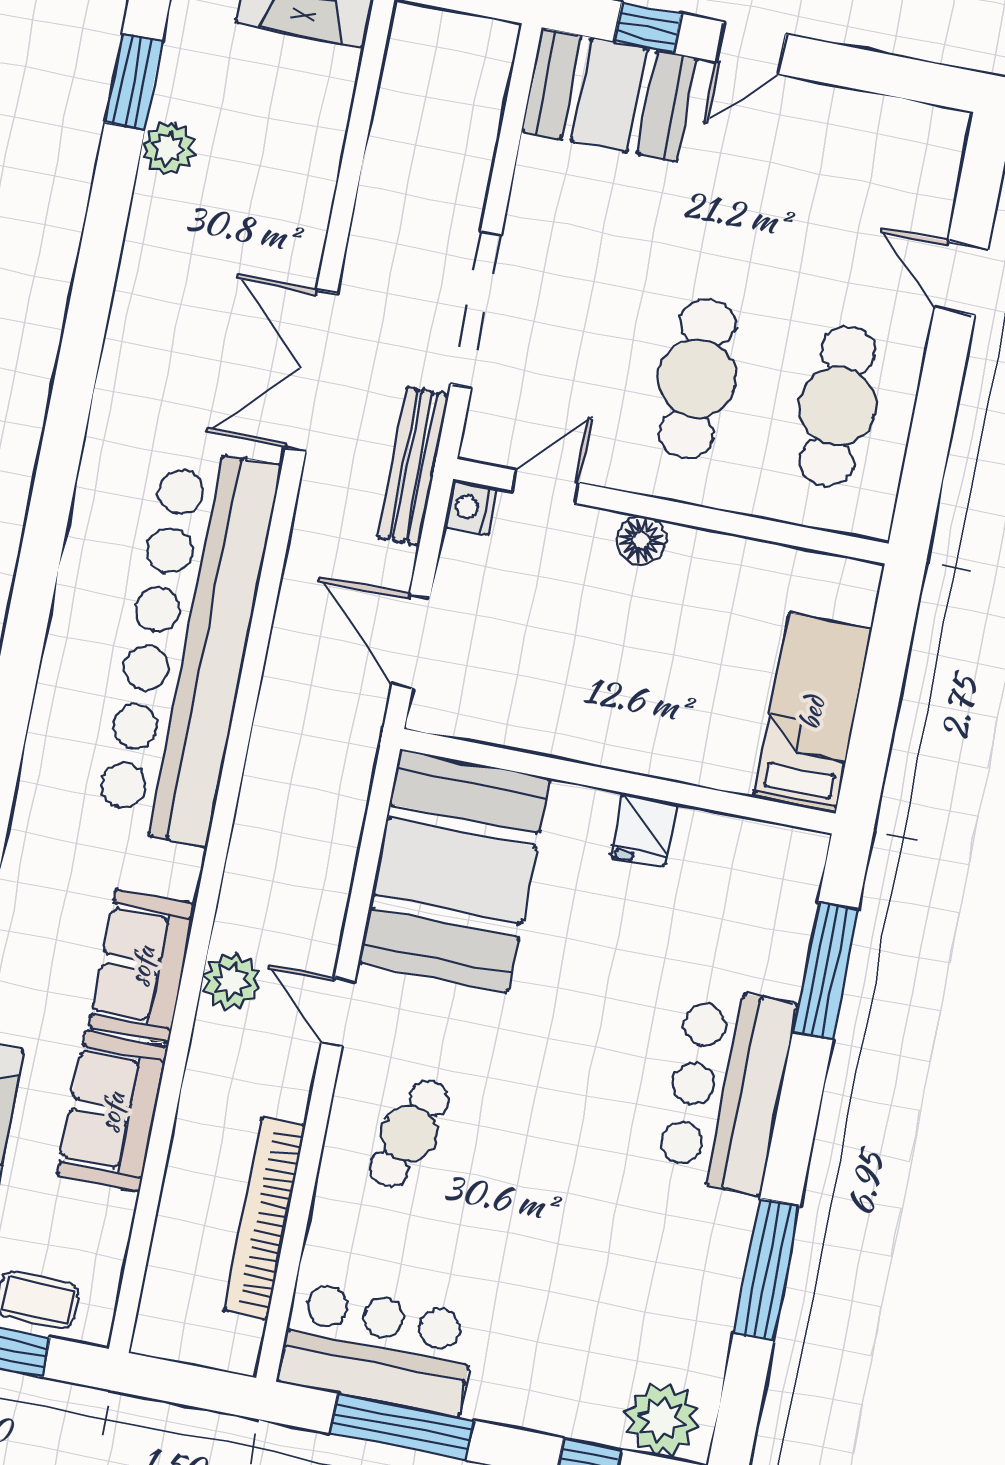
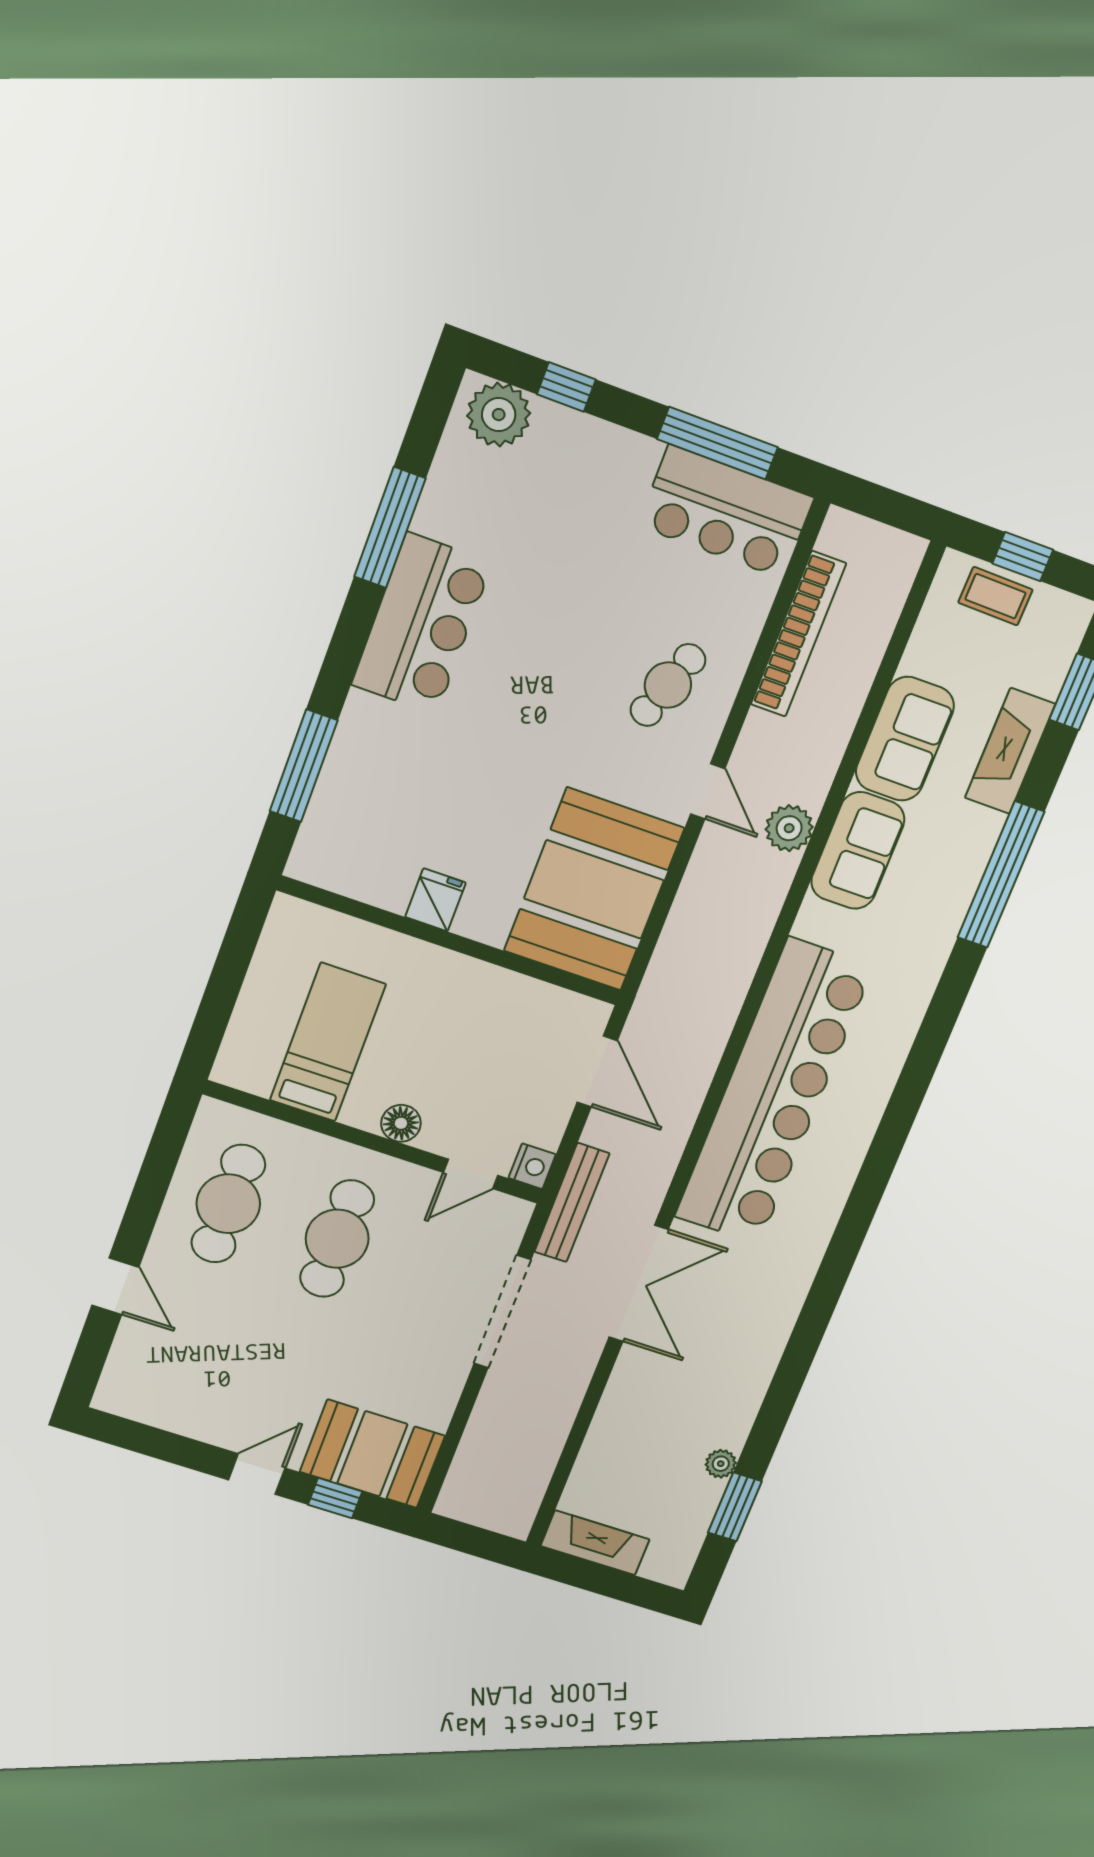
plant: (169, 148) -> (721, 1464), width x0.73, depth x0.73
bed: (812, 713) -> (328, 1042), moved, turned 180
bar counter: (726, 1090) -> (422, 624), moved

